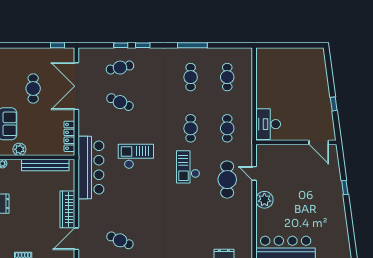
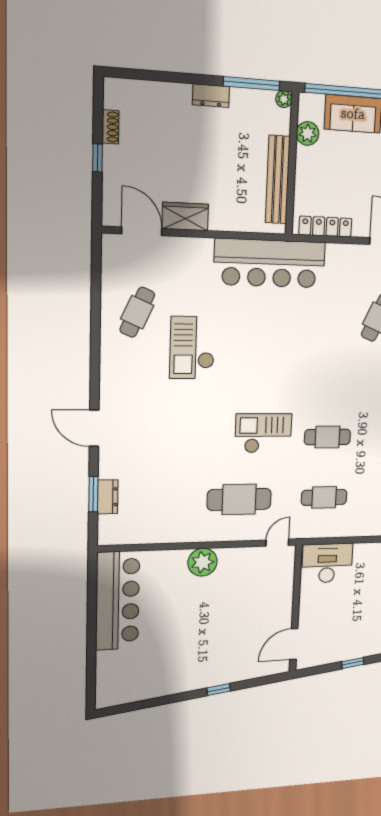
checkout: (136, 156) -> (192, 348), moved, turned 180
door: (254, 173) -> (277, 543), moved
wardrobe: (67, 209) -> (185, 216), width x0.67

